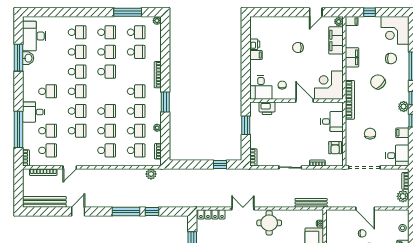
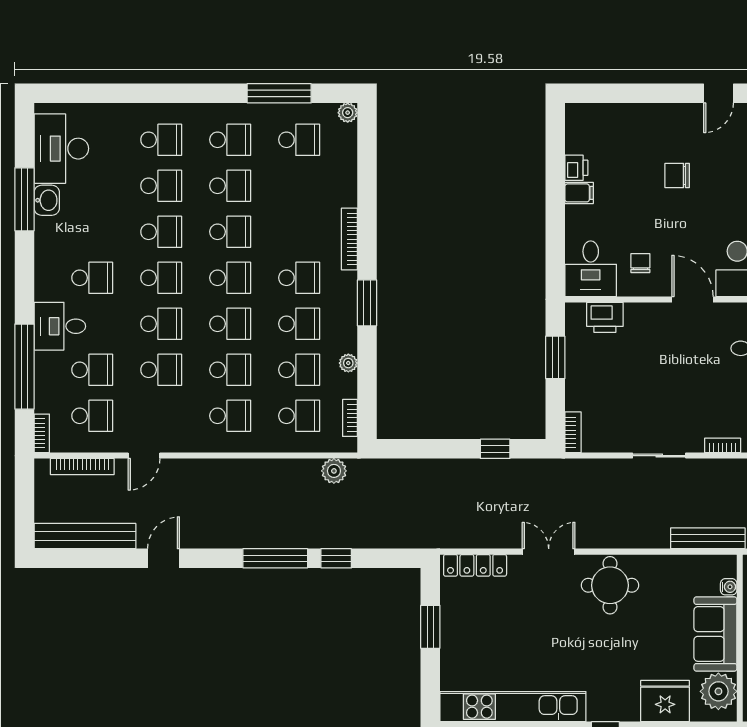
school desk: (136, 52) -> (230, 278), moved

